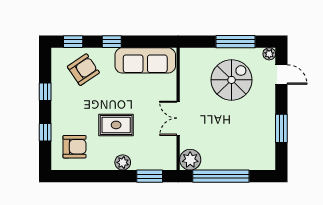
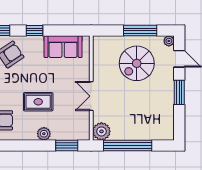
sofa: (145, 60) -> (63, 47), width x0.73
spiral stairs: (232, 80) -> (137, 63), turned 180
window: (281, 128) -> (179, 92), moved

